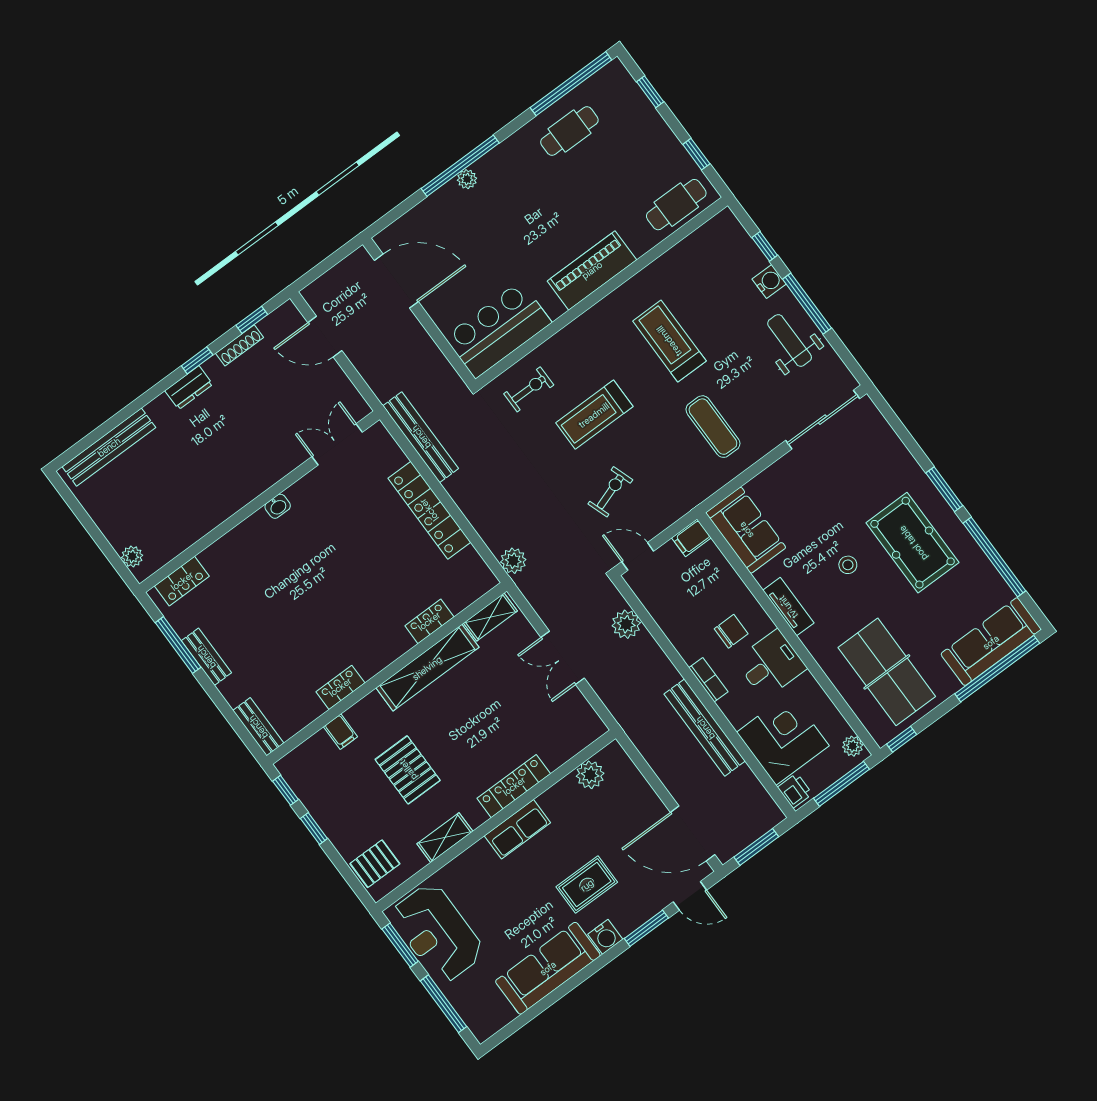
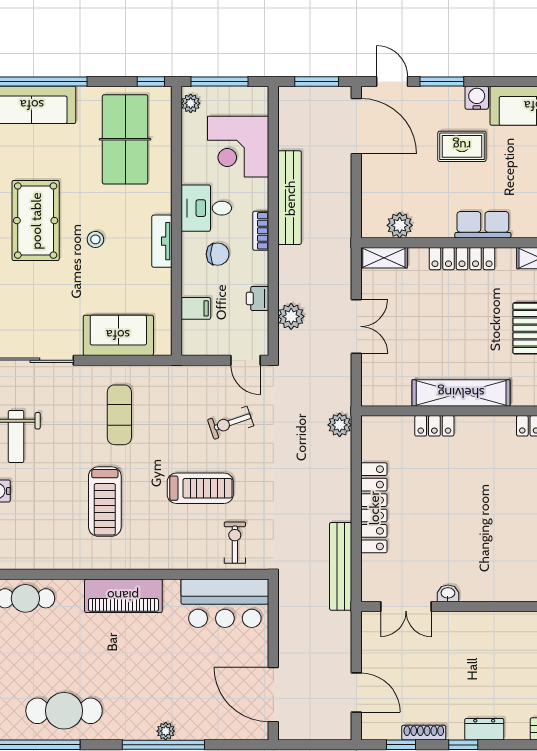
cafe table: (569, 131) -> (64, 711), width x1.37, depth x1.35
exercise bike: (529, 389) -> (235, 543), turned 90
washbasin: (278, 506) -> (448, 593), moved
sofa: (746, 530) -> (118, 335), moved, turned 90
filing cabinet: (691, 538) -> (196, 308), moved
shelving: (490, 617) -> (384, 258), moved
chair: (731, 631) -> (218, 254), turned 180
printer: (795, 791) -> (258, 298), moved

